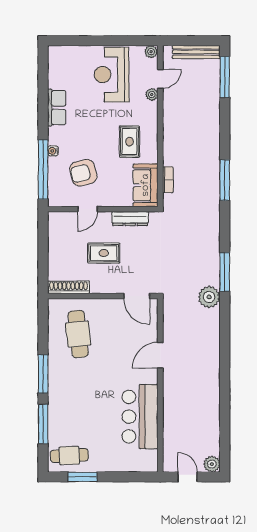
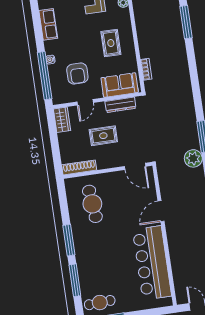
armchair: (83, 173) -> (77, 74), turned -76
window: (225, 180) -> (186, 22), moved
sofa: (146, 185) -> (120, 85), moved, turned 90
wardrobe: (56, 226) -> (62, 120), added
bar counter: (140, 417) -> (152, 263), width x1.36

